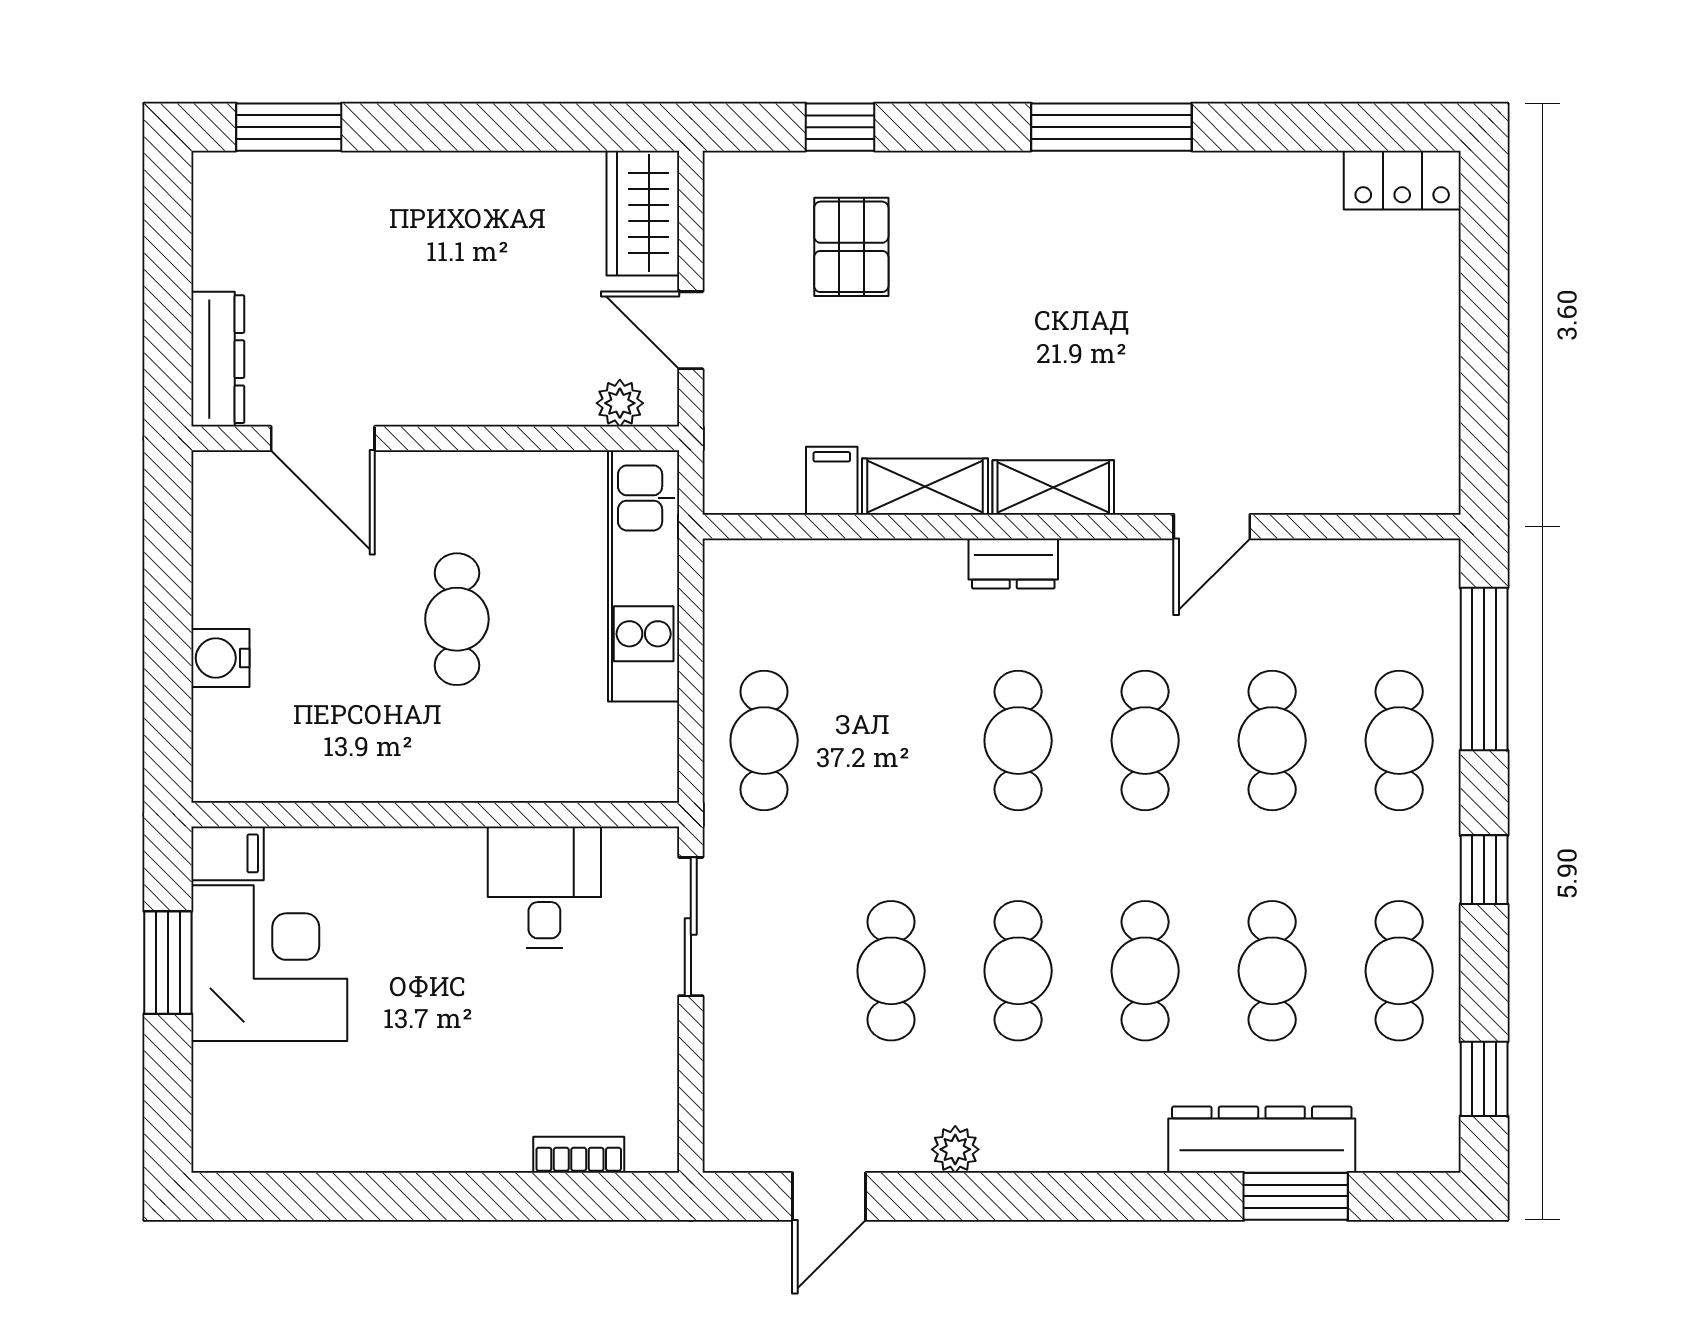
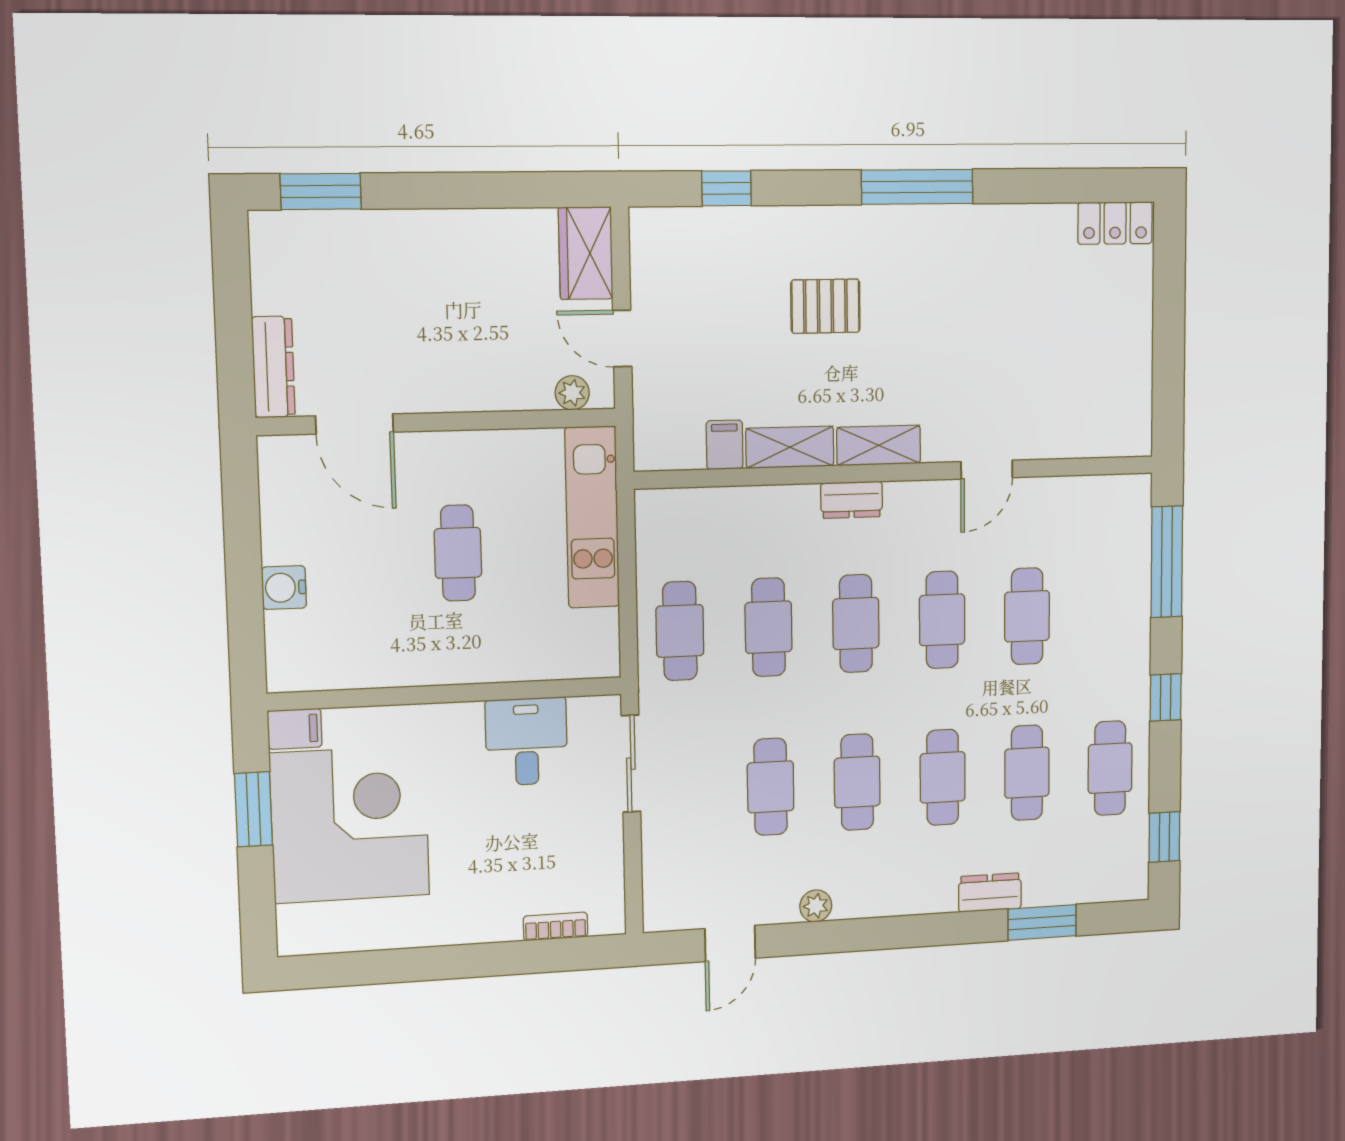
pallet: (851, 247) -> (825, 306), moved, turned 90
cafe table: (1399, 741) -> (768, 627), moved
corner desk: (269, 963) -> (350, 824), width x1.36, depth x1.36
dresser: (1262, 1140) -> (990, 893), width x0.51, depth x0.80

